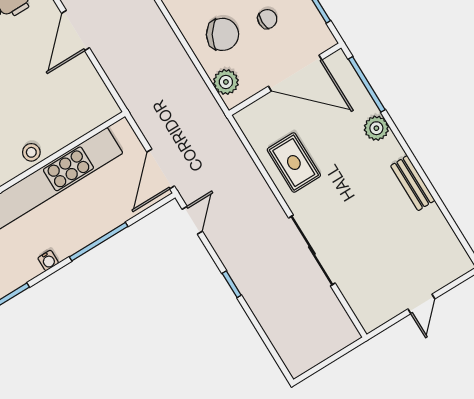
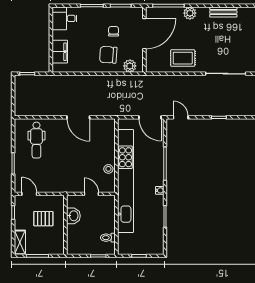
door: (75, 30) -> (78, 117), moved
chair: (222, 34) -> (108, 55), turned -117

